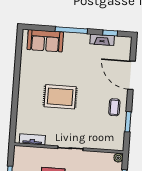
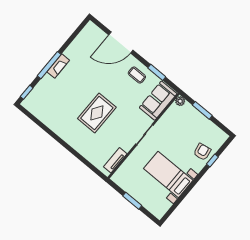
window: (110, 33) -> (27, 92), moved
fireplace: (102, 40) -> (58, 66), moved
sofa: (45, 41) -> (158, 101), moved, turned 180

